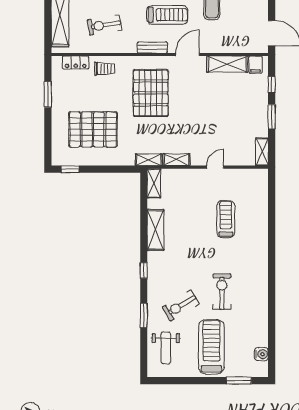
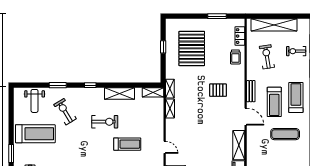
pallet: (151, 93) -> (218, 90), width x0.49, depth x0.50
door: (215, 167) -> (165, 147), moved
window: (70, 169) -> (163, 47), moved
exercise bike: (222, 292) -> (105, 122), moved
weight bench: (166, 348) -> (35, 101), turned -90

